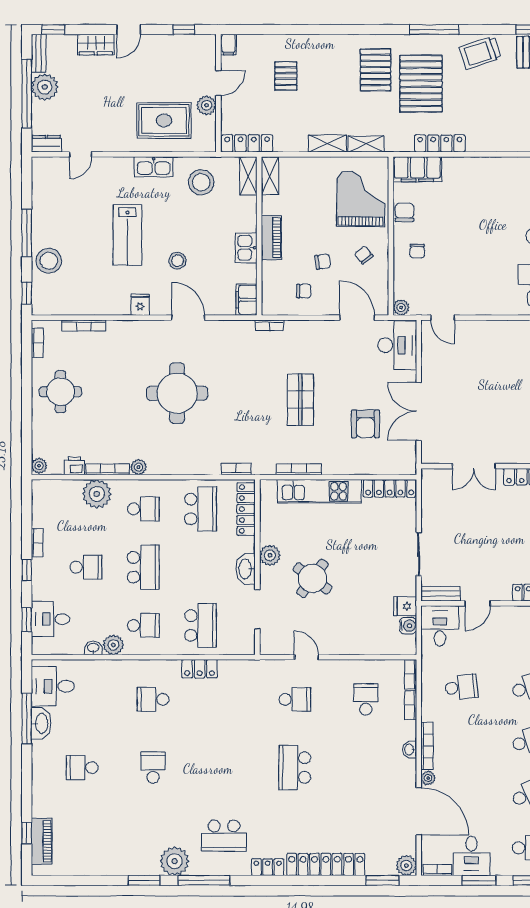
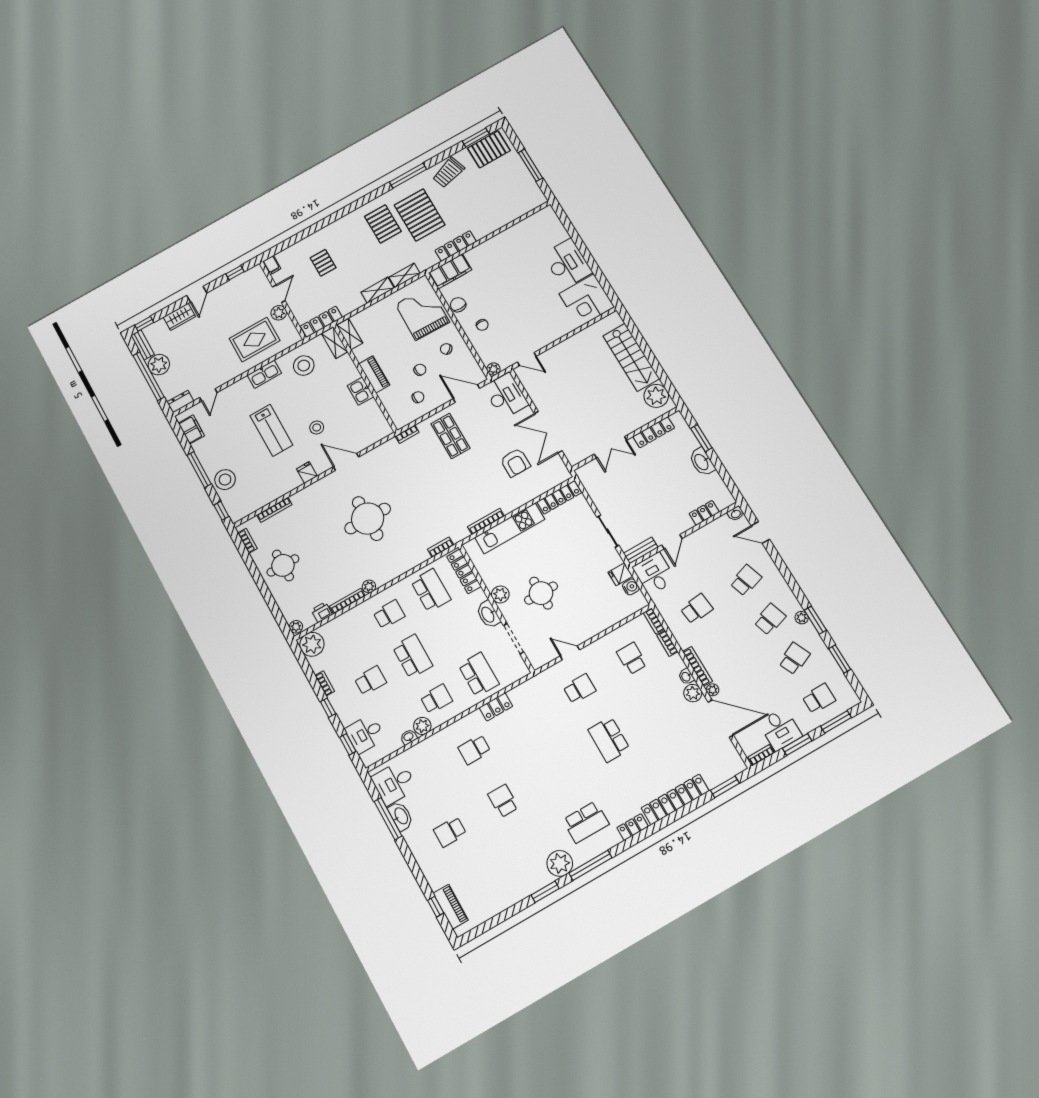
filing cabinet: (246, 300) -> (191, 429), moved, turned 180
shop shelf: (300, 400) -> (450, 436), moved
plant: (97, 494) -> (312, 644), moved
round table: (313, 578) -> (541, 593), turned -36
plant: (406, 865) -> (693, 693), moved

